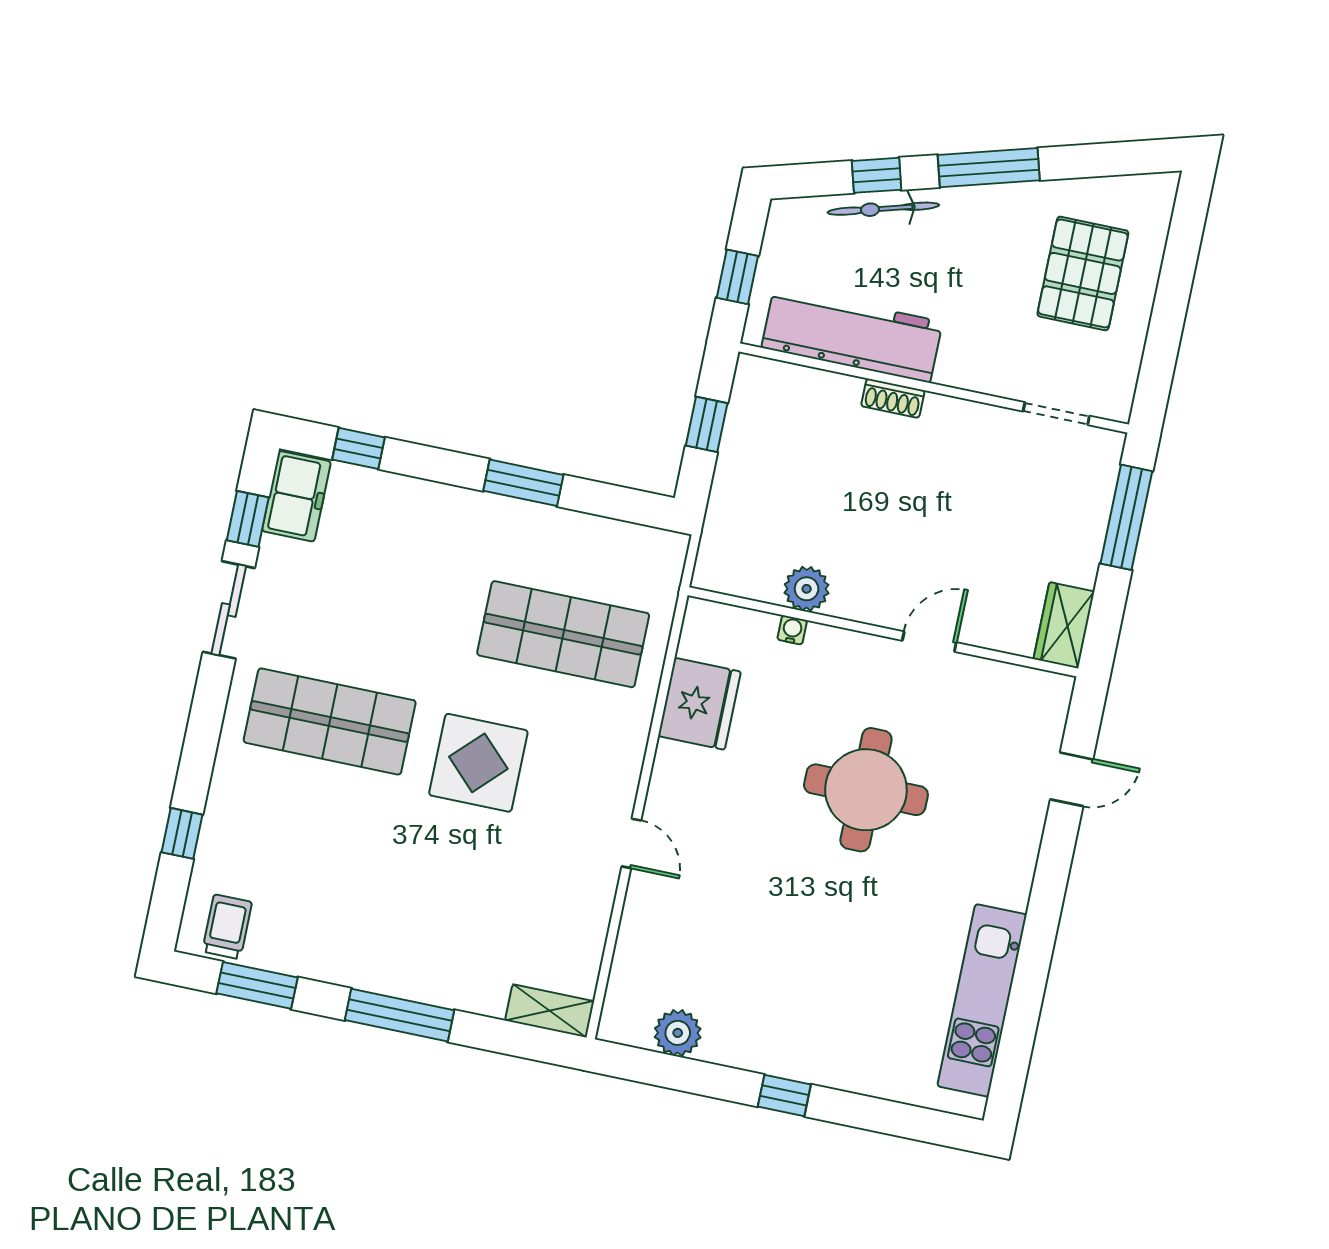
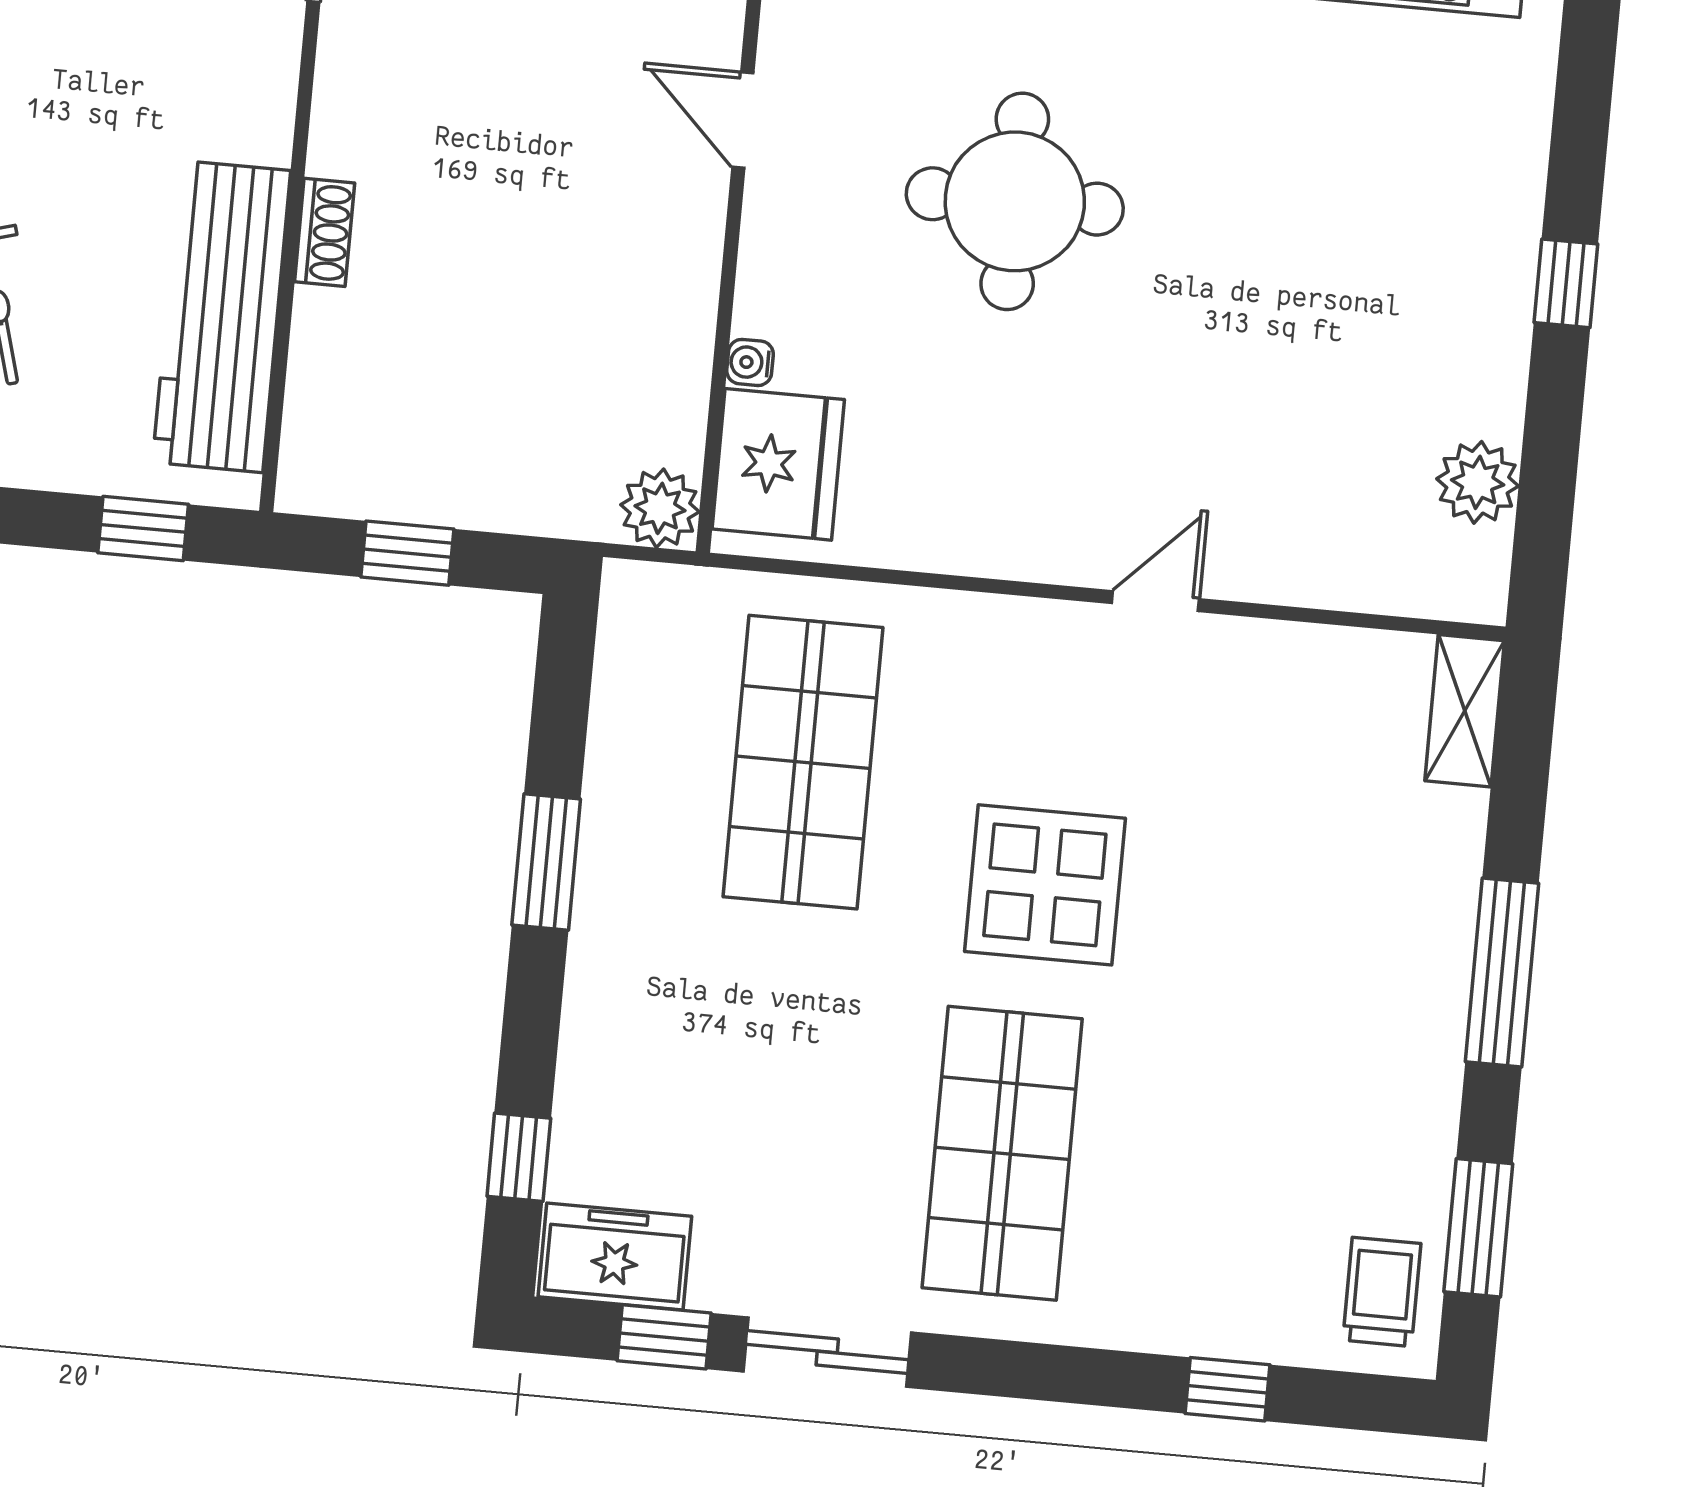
plant: (807, 589) -> (660, 508), moved
fridge: (699, 704) -> (778, 464), moved, turned 90
trolley: (227, 927) -> (1382, 1292), turned 90

